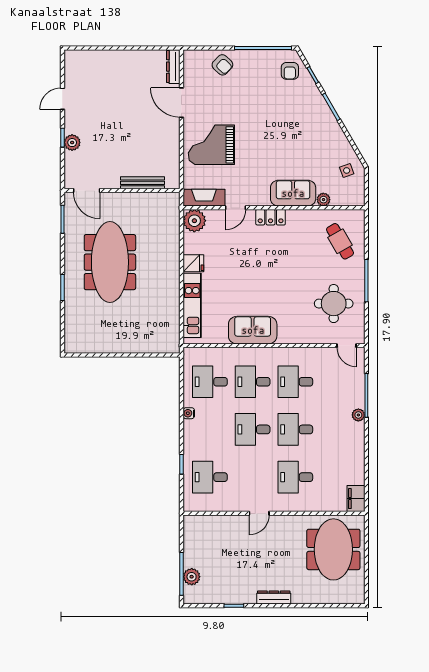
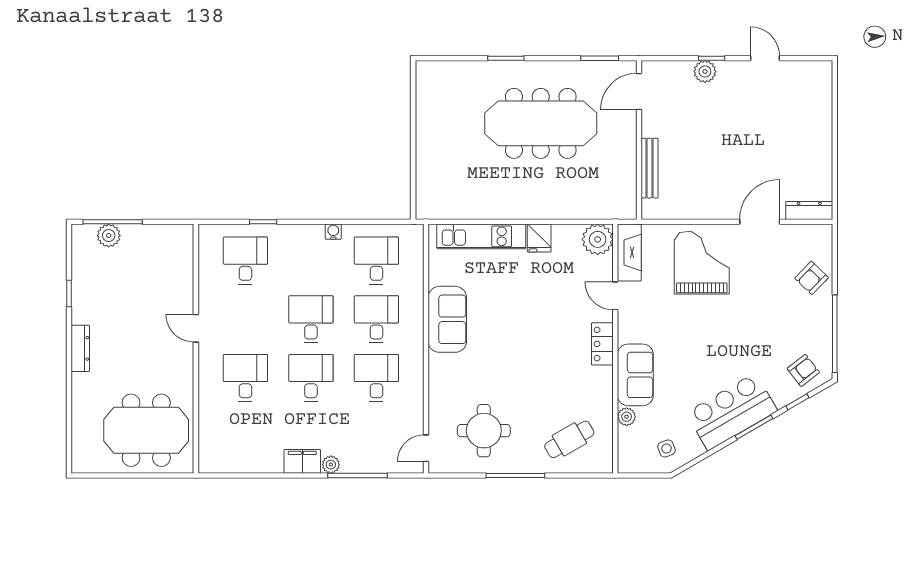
armchair: (290, 71) -> (803, 370), turned 142
bar counter: (320, 123) -> (732, 412), added
filing cabinet: (356, 499) -> (302, 461), moved

